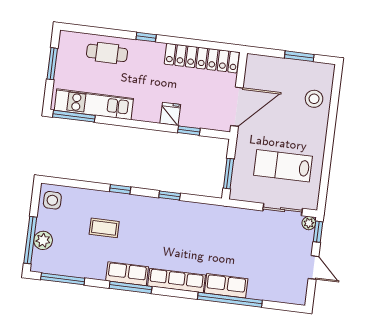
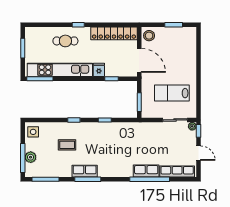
cafe table: (107, 53) -> (65, 41), moved
stool: (314, 99) -> (149, 36), moved
kitchen unit: (94, 104) -> (60, 70), width x1.36
door: (237, 107) -> (139, 60), hinge flipped
row of seats: (176, 280) -> (177, 172), moved

